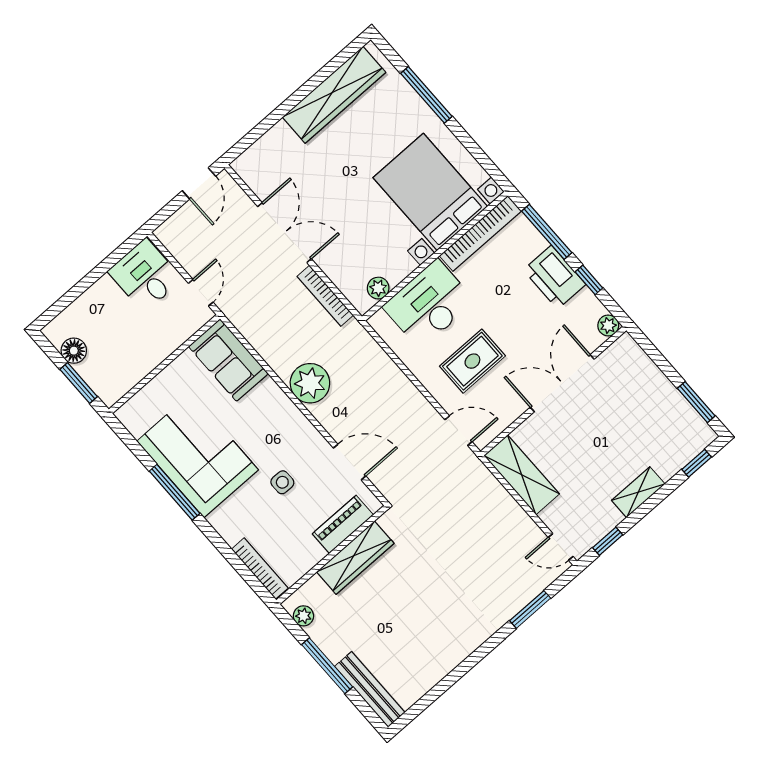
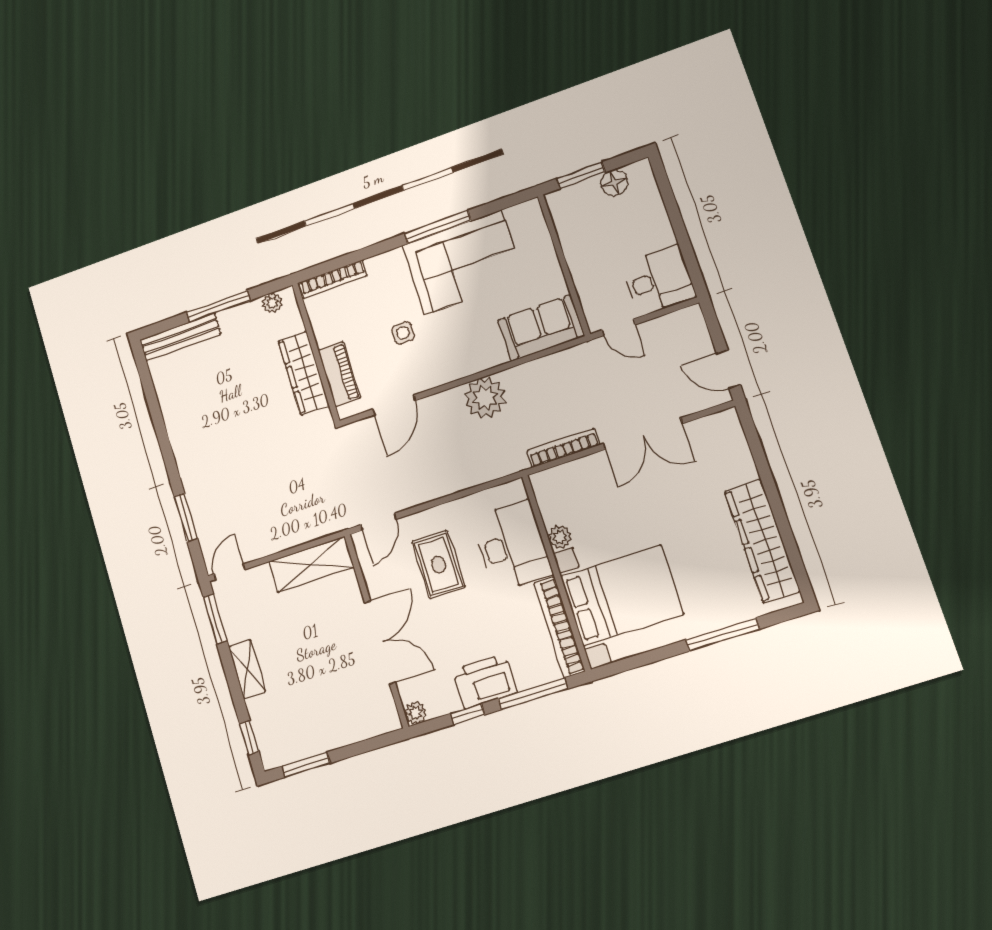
plant: (378, 288) -> (560, 537), moved
window: (608, 541) -> (215, 619), width x1.50

